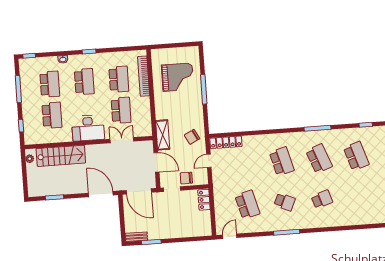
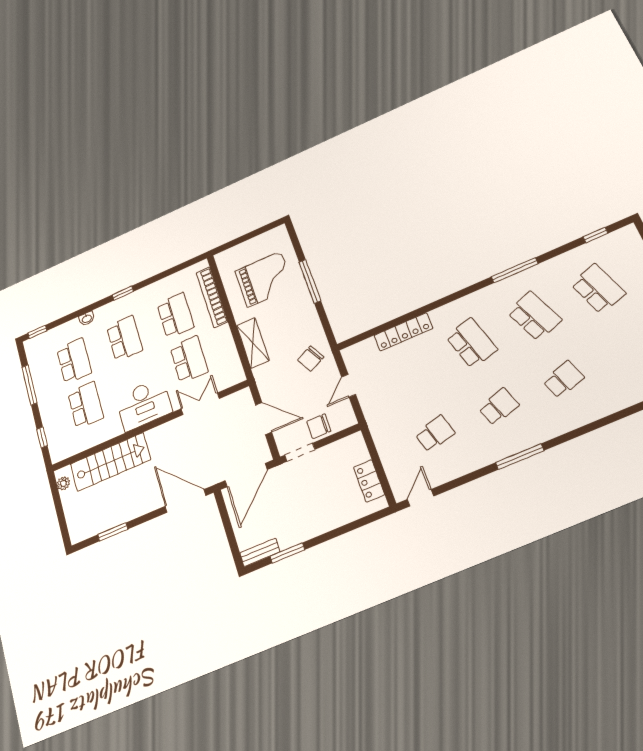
shelving: (163, 135) -> (253, 343), moved
locker: (226, 142) -> (403, 332), moved
door: (139, 191) -> (246, 475), hinge flipped
locker: (204, 200) -> (369, 481), moved
school desk: (285, 202) -> (499, 407), turned -42
school desk: (247, 205) -> (435, 434), width x0.54

